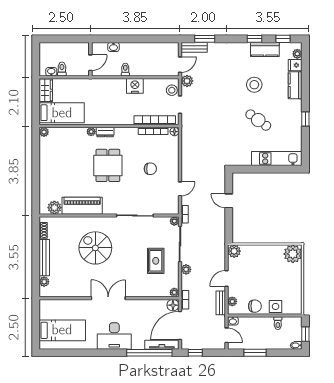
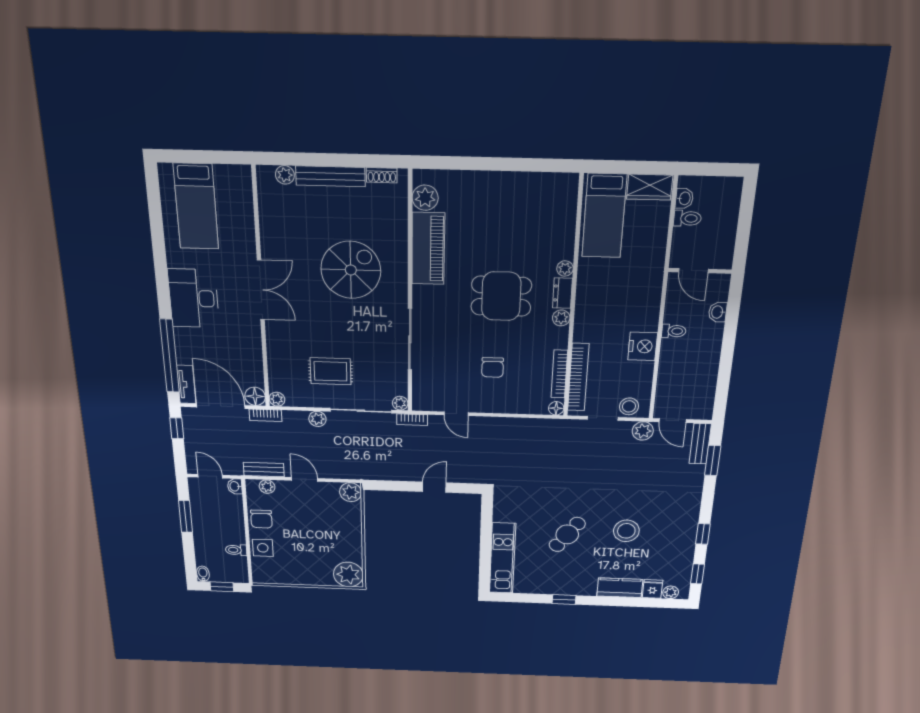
kitchen counter: (265, 49) -> (683, 548), removed
plant: (44, 132) -> (561, 318), moved
door: (226, 335) -> (210, 476), swing flipped
tv unit: (162, 345) -> (186, 384), width x0.71

